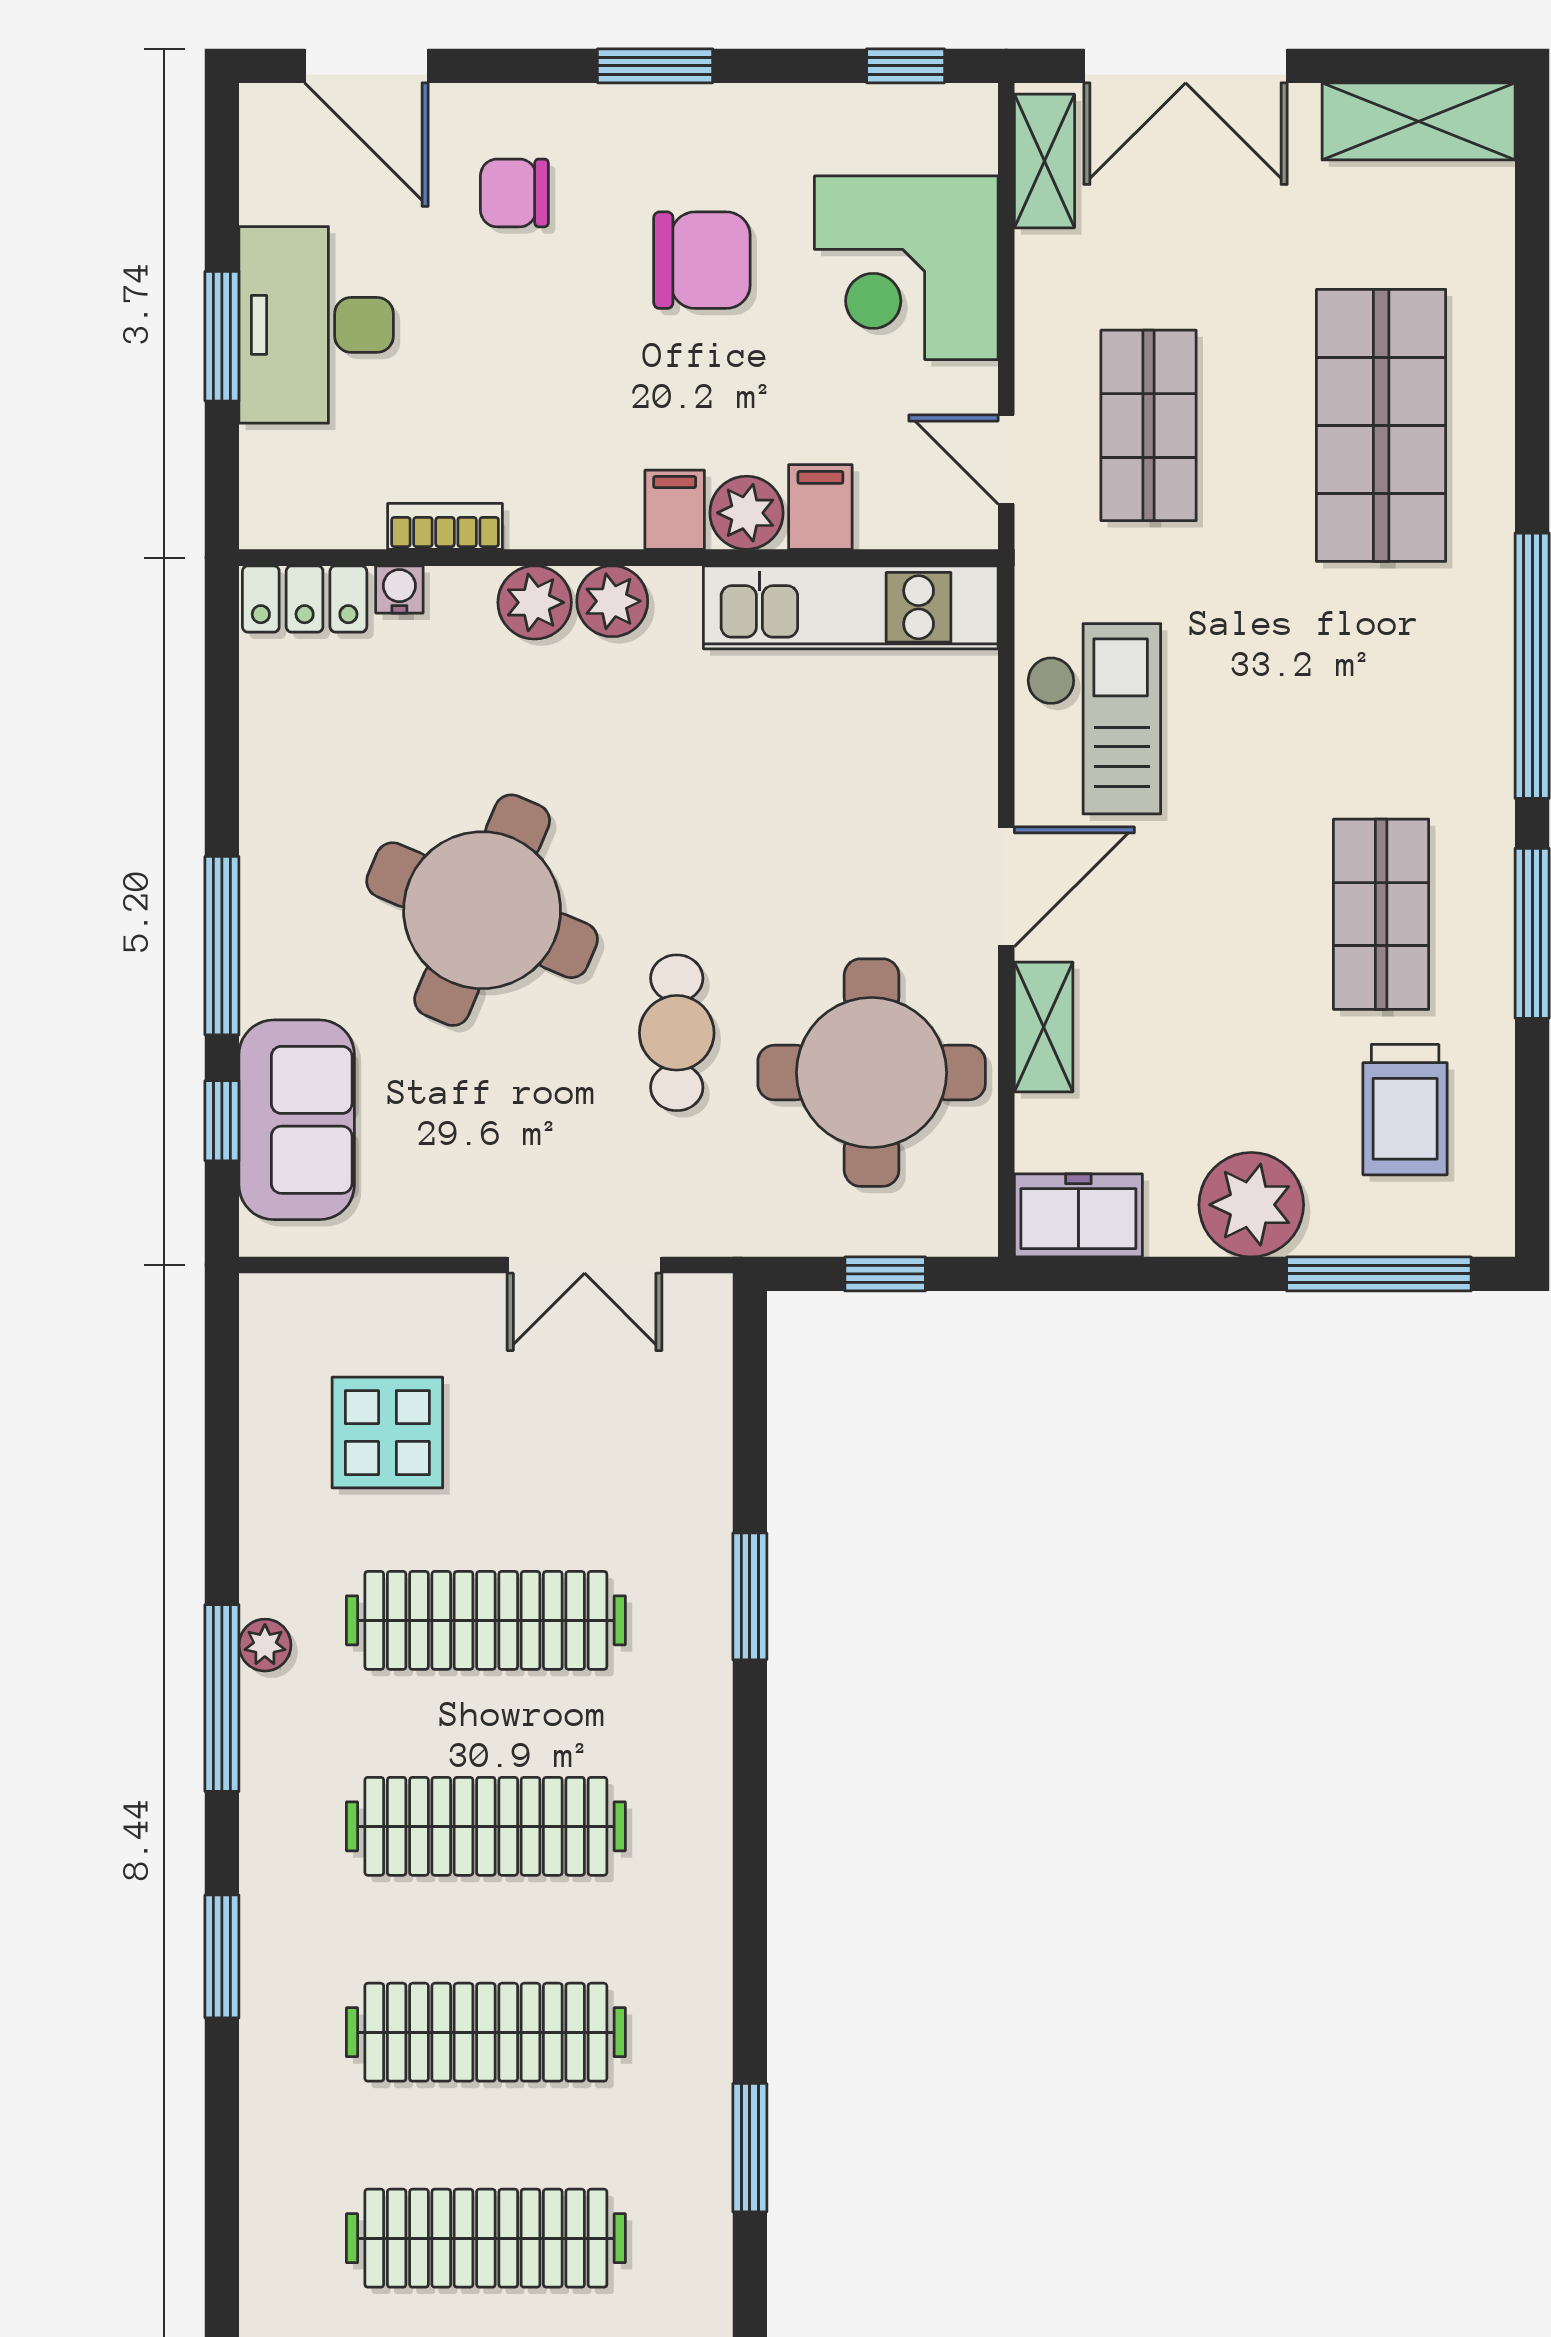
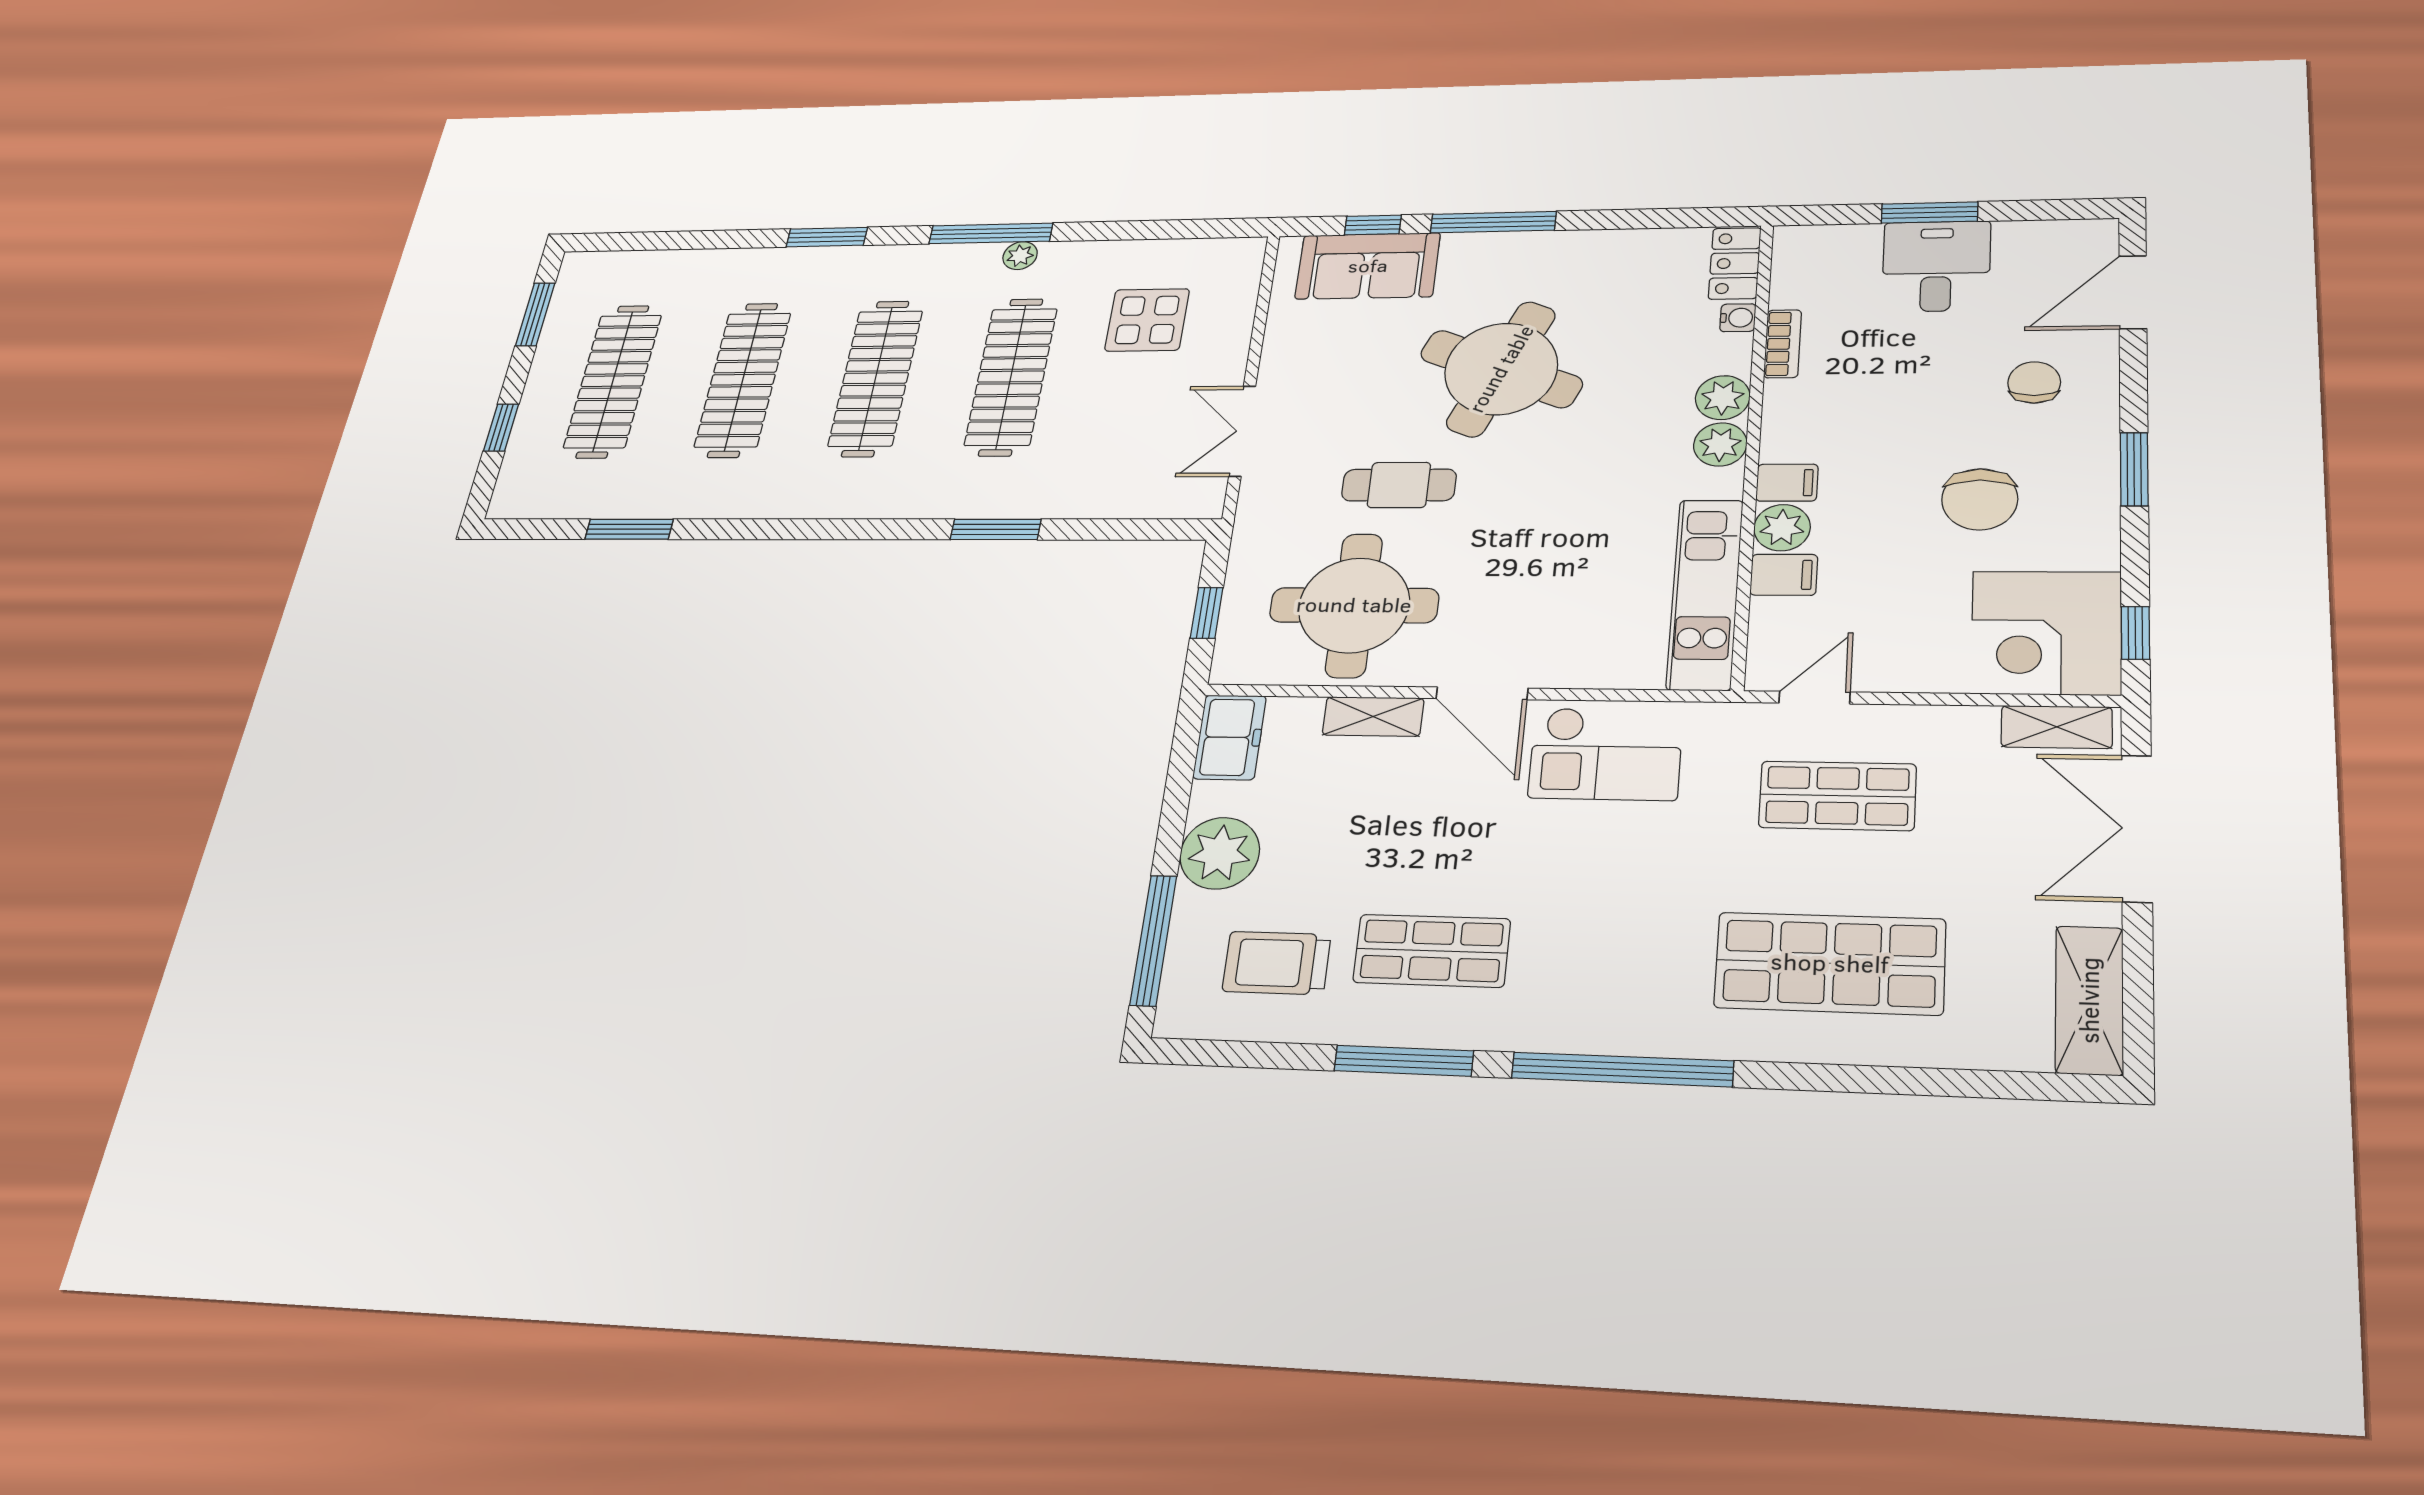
corner desk: (906, 268) -> (2046, 633), moved, turned -90
desk: (316, 325) -> (1936, 266), width x0.73

